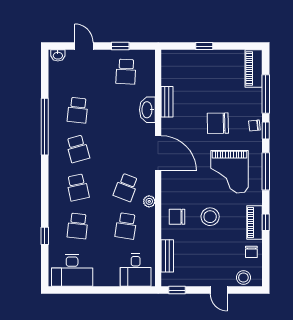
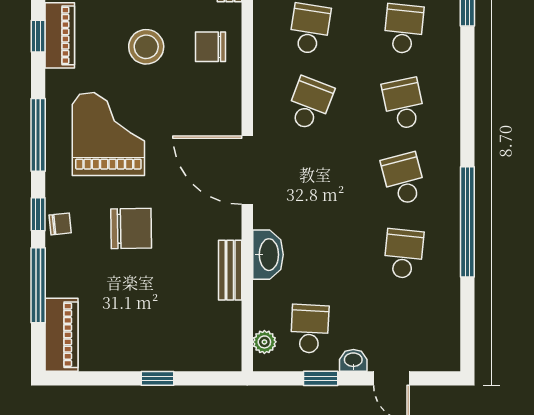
washbasin: (58, 55) -> (353, 360), moved
plant: (149, 201) -> (264, 342), moved
chair: (177, 217) -> (211, 47), turned 180

